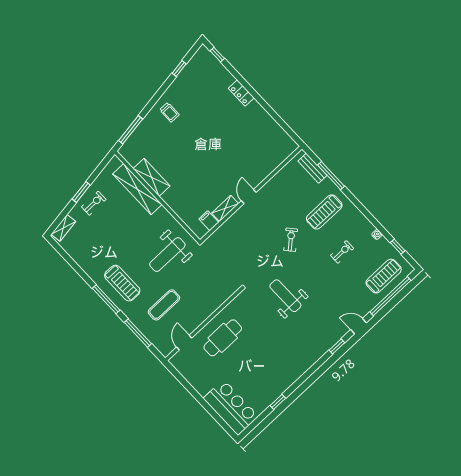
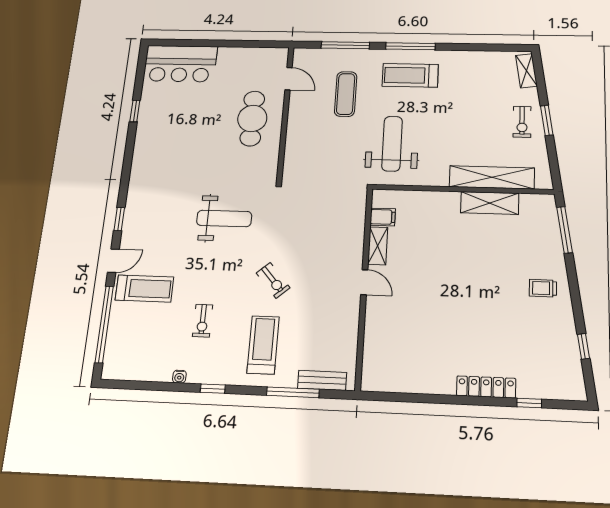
window: (217, 55) -> (529, 403), moved
locker: (241, 93) -> (486, 387), width x1.53
window: (398, 247) -> (213, 389), moved
treadmill: (384, 276) -> (144, 289), moved, turned -90

